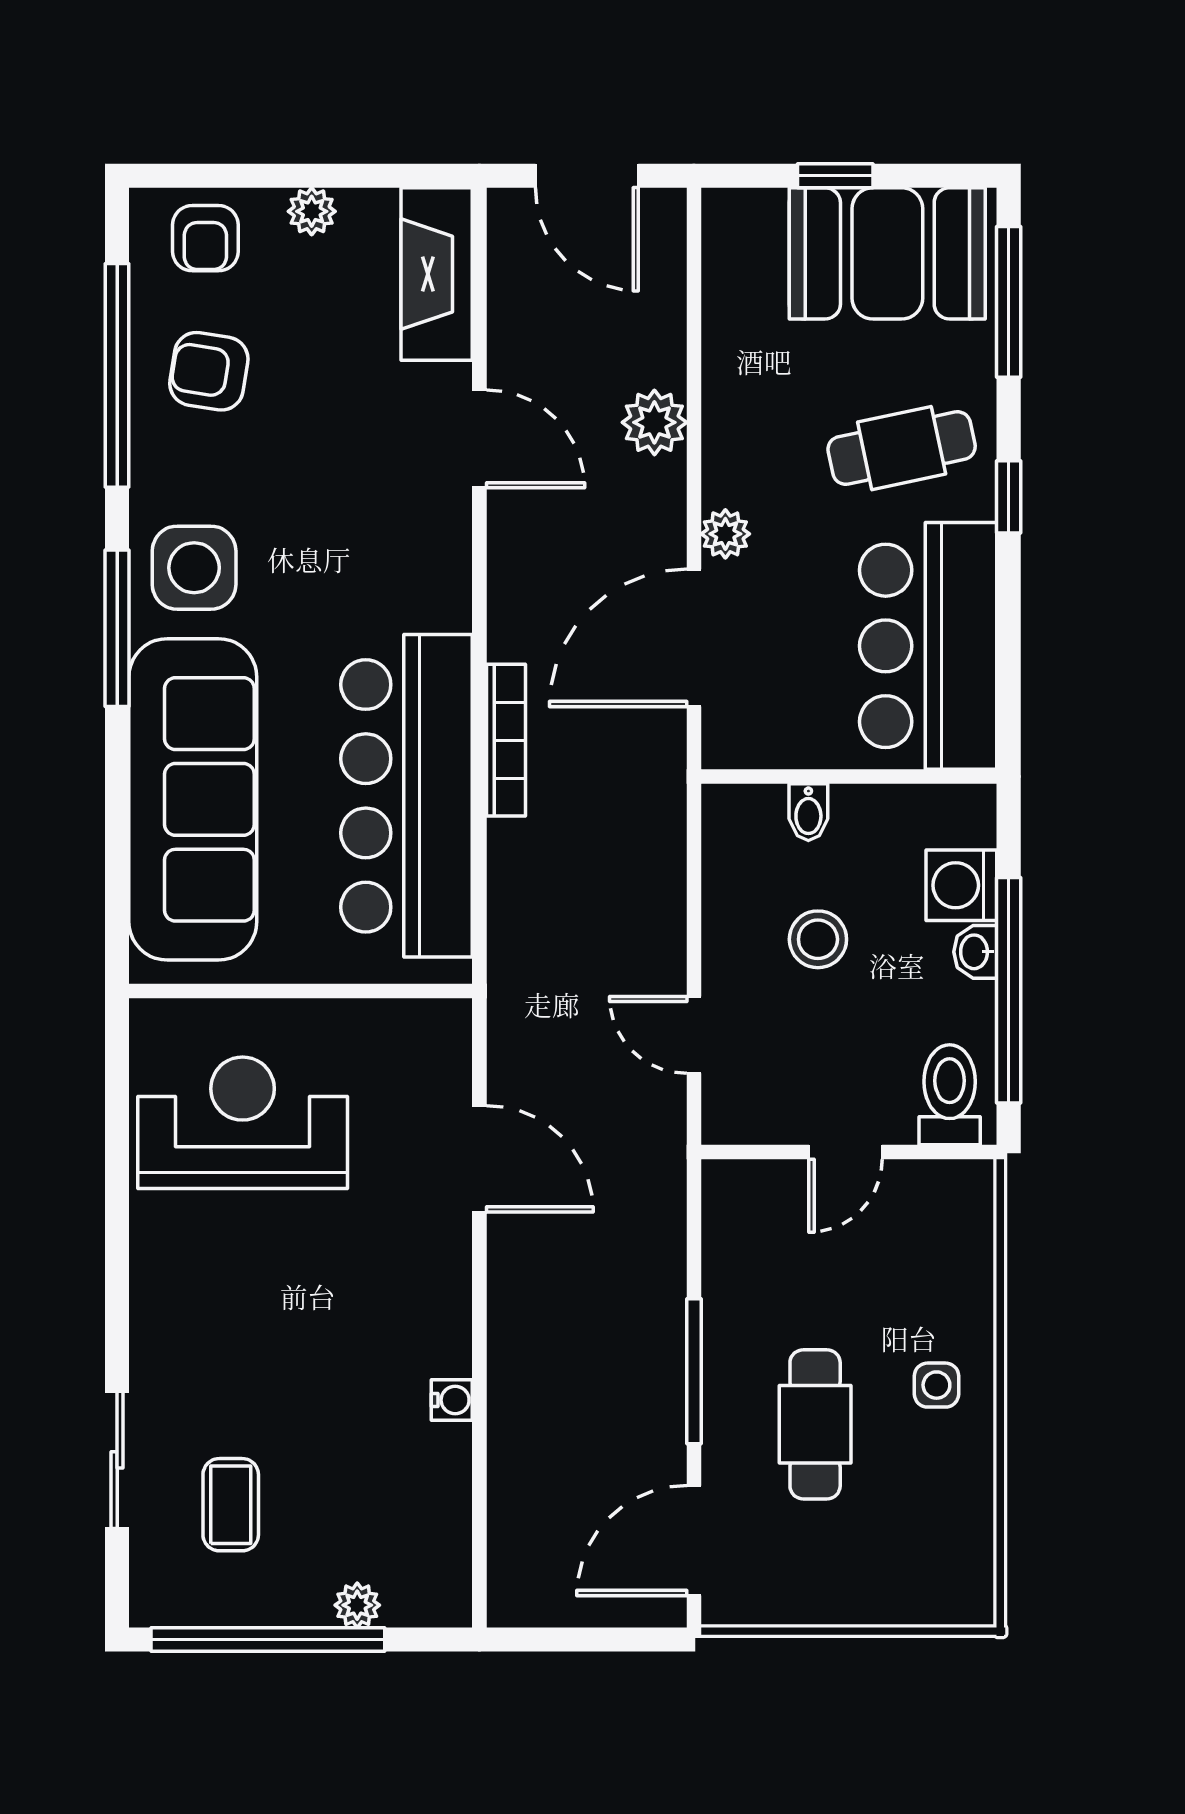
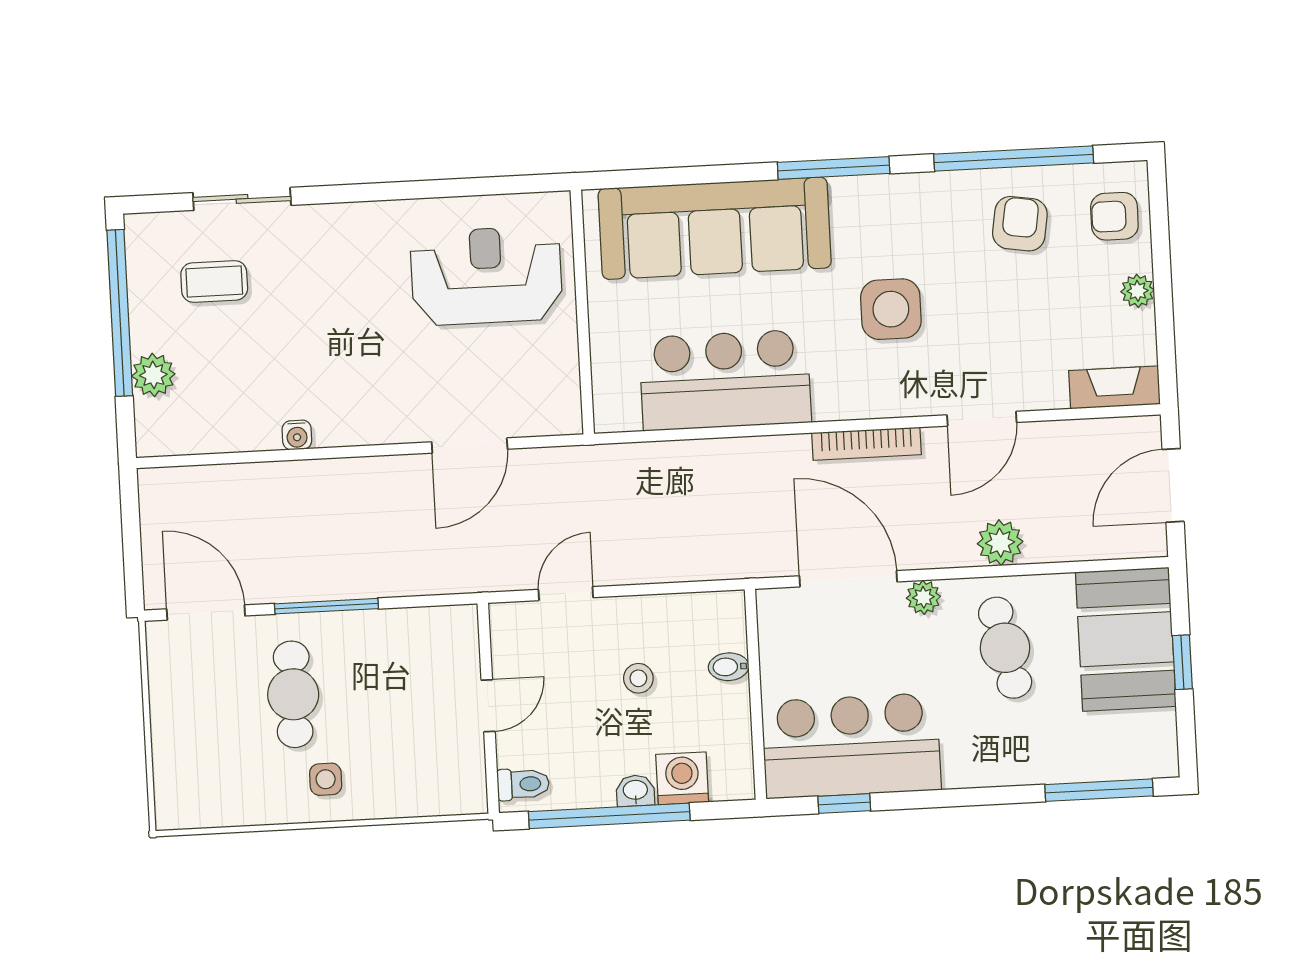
booth: (887, 253) -> (1126, 639), moved
fireplace: (437, 274) -> (1114, 387), width x0.73, depth x0.76
cafe table: (902, 448) -> (1005, 648), moved
window: (1009, 497) -> (844, 804), moved
side table: (194, 568) -> (891, 309), moved
bookcase: (506, 740) -> (866, 444), moved
bar counter: (407, 796) -> (725, 380), width x0.73
stool: (818, 939) -> (638, 678), width x0.73, depth x0.73
toilet: (950, 1095) -> (523, 784), width x0.73, depth x0.72
reception desk: (243, 1123) -> (486, 276), turned -90
door: (845, 1152) -> (488, 706), swing flipped
cafe table: (815, 1424) -> (293, 694), turned 90
plant: (357, 1605) -> (153, 375), width x1.38, depth x1.38

